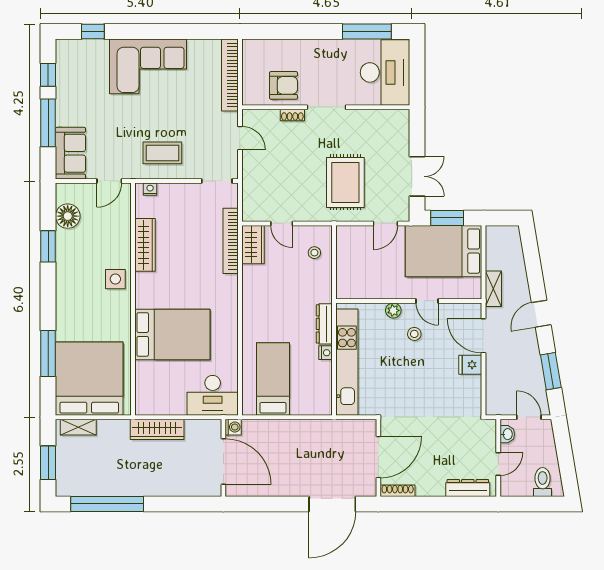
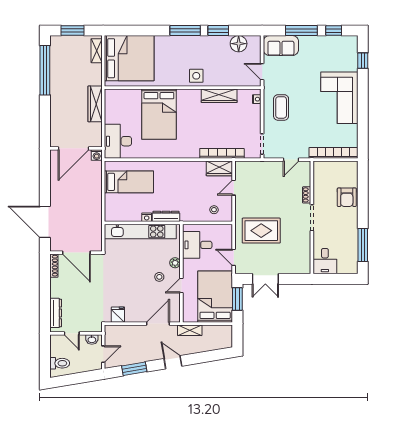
desk: (385, 72) -> (325, 261), width x0.53, depth x0.77
armchair: (283, 85) -> (347, 197), moved
desk: (367, 277) -> (197, 245), added
window: (48, 354) -> (185, 30), moved
fridge: (470, 365) -> (118, 315), moved

